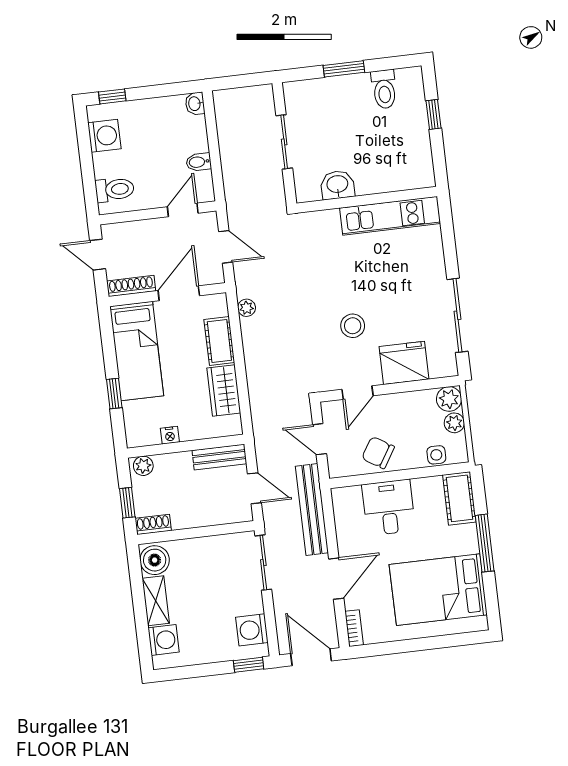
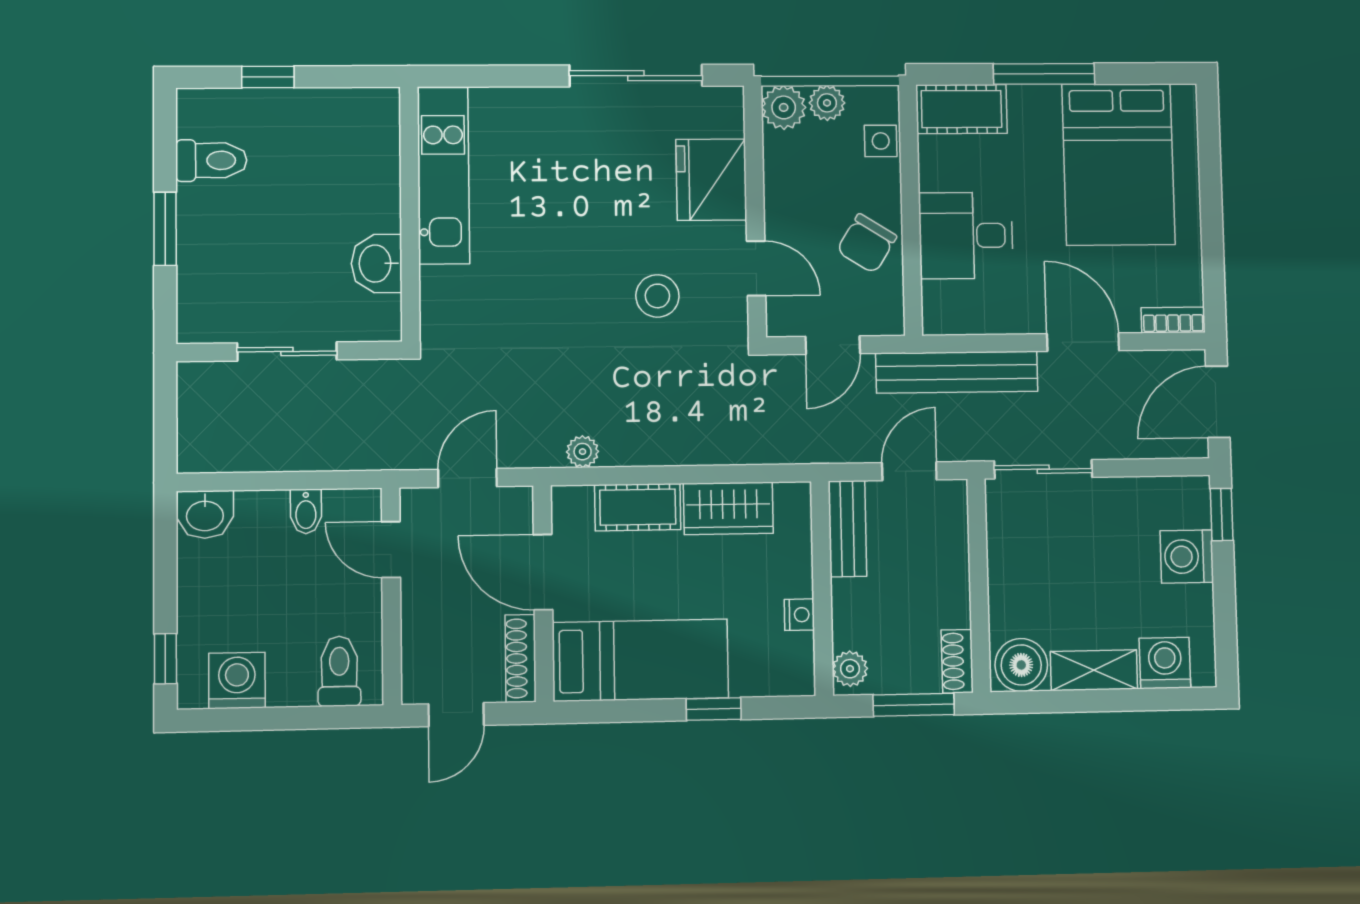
washbasin: (195, 104) -> (205, 515), width x1.38, depth x1.45
stool: (353, 326) -> (657, 296), moved
window: (127, 503) -> (914, 705), width x1.50
washing machine: (252, 630) -> (1187, 557), moved, turned 90

